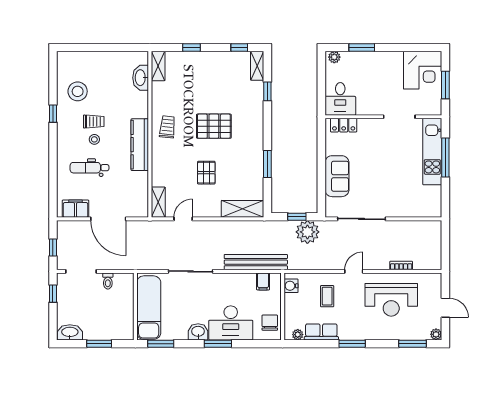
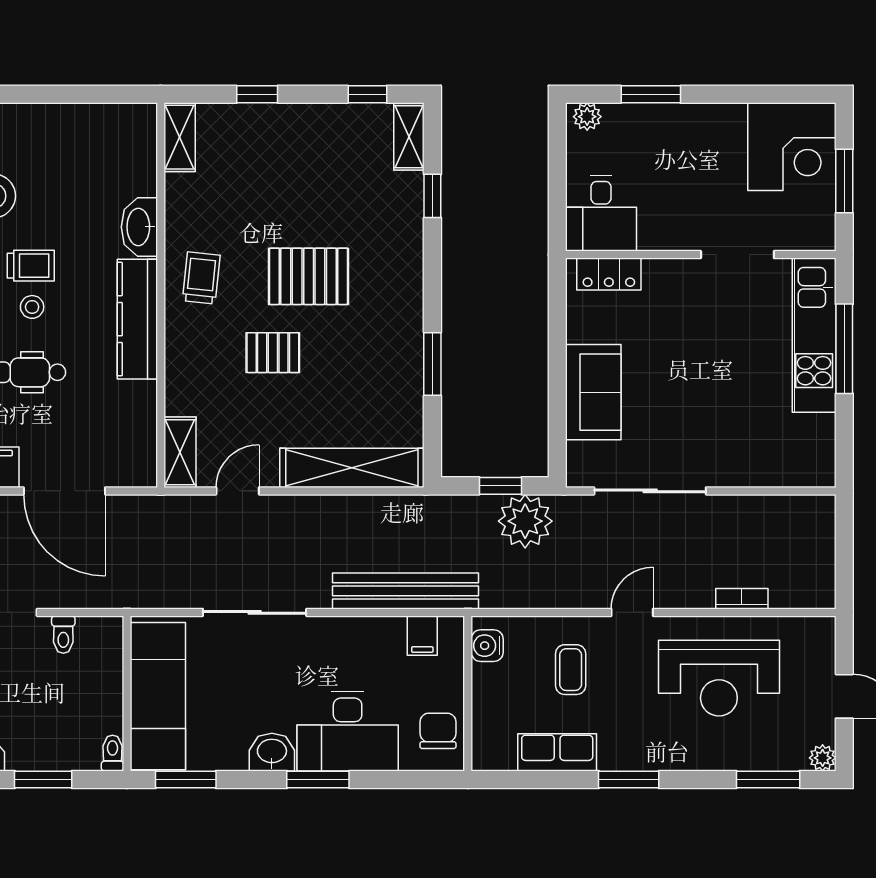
washbasin: (141, 78) -> (139, 227), moved
pallet: (206, 173) -> (273, 353), moved, turned 90
shelving: (242, 209) -> (352, 468), width x1.47
toilet: (129, 332) -> (112, 753), added
plant: (298, 335) -> (503, 758), removed

